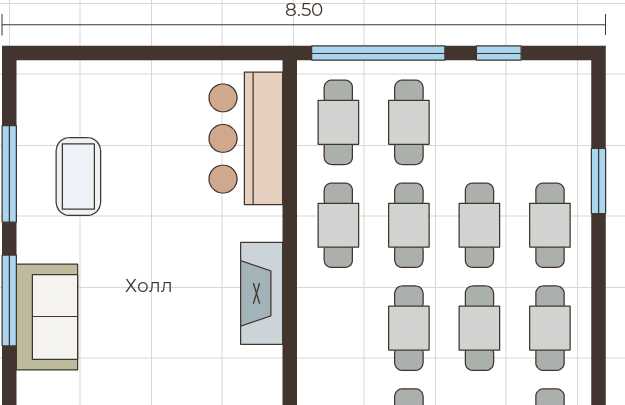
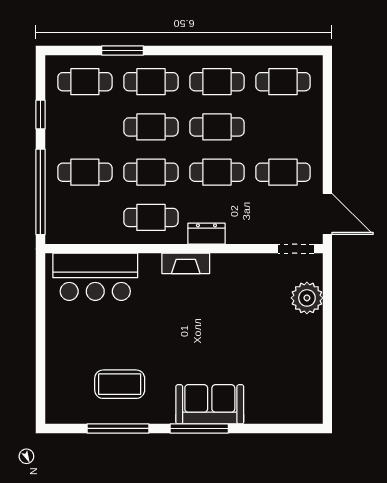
cafe table: (338, 122) -> (85, 82), moved
fireplace: (262, 293) -> (186, 263), width x0.73, depth x0.76
dresser: (313, 312) -> (206, 234), added

